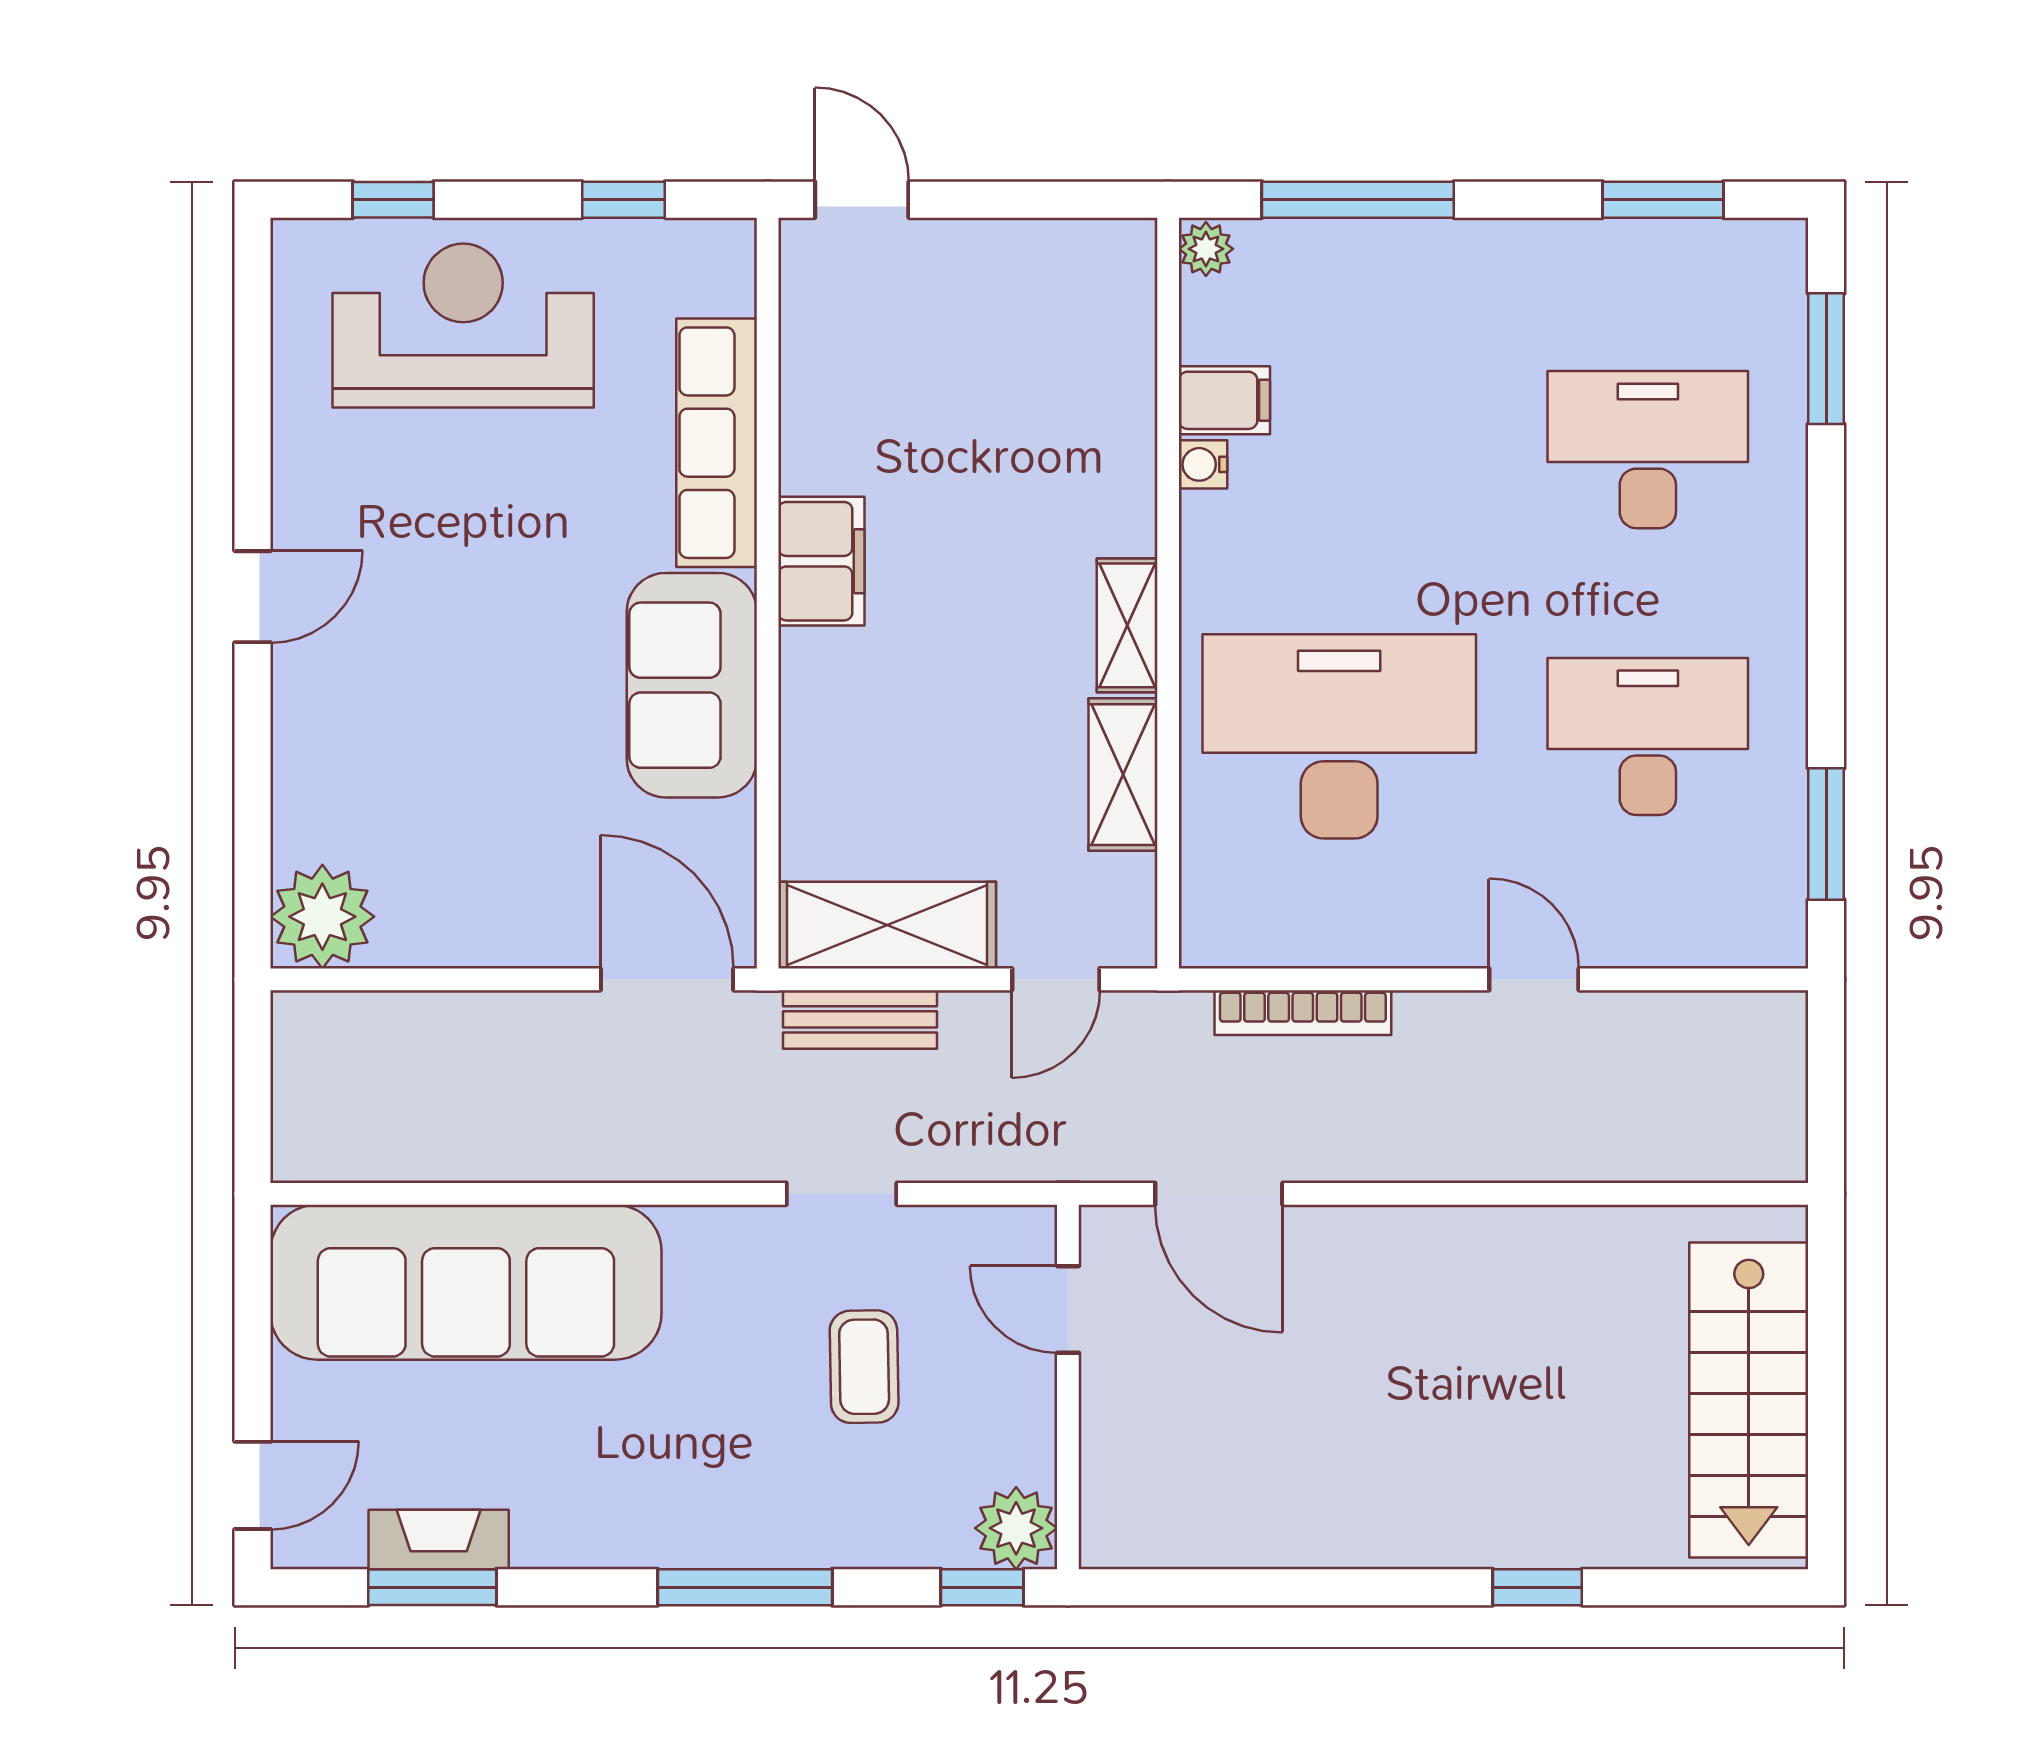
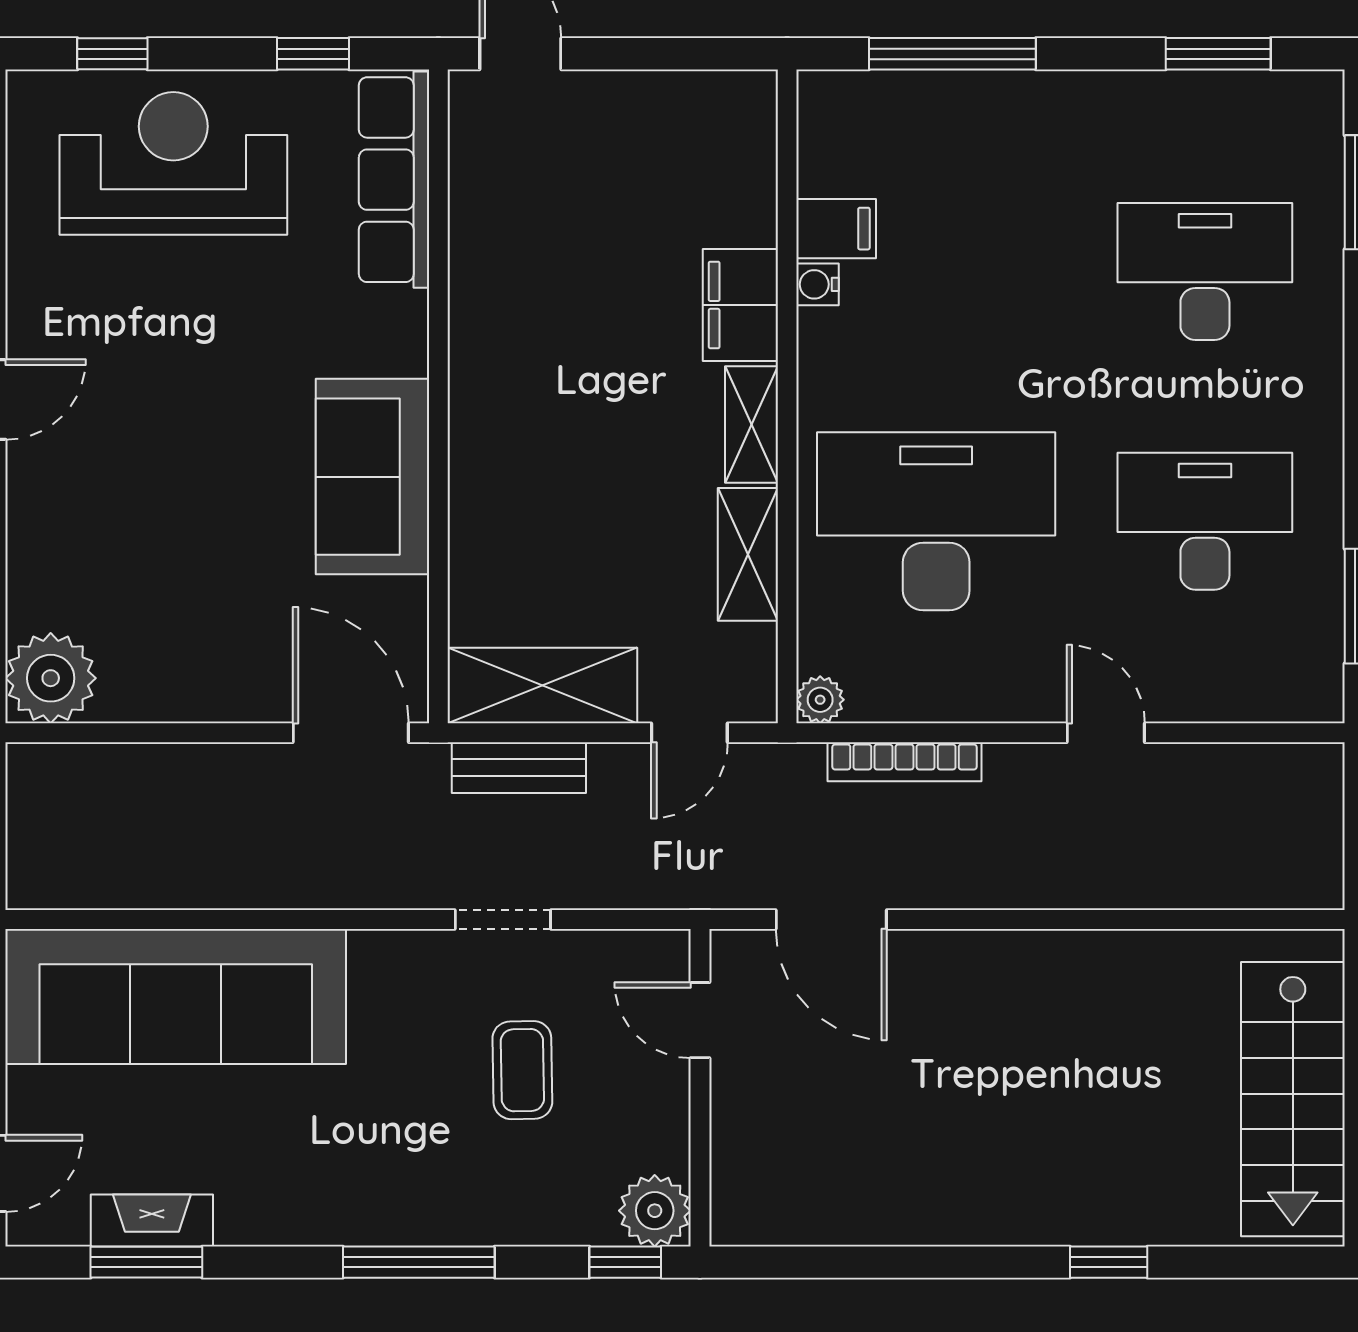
plant: (1206, 249) -> (820, 700), moved
row of seats: (717, 443) -> (394, 180), moved
filing cabinet: (821, 561) -> (740, 305), moved, turned 180

